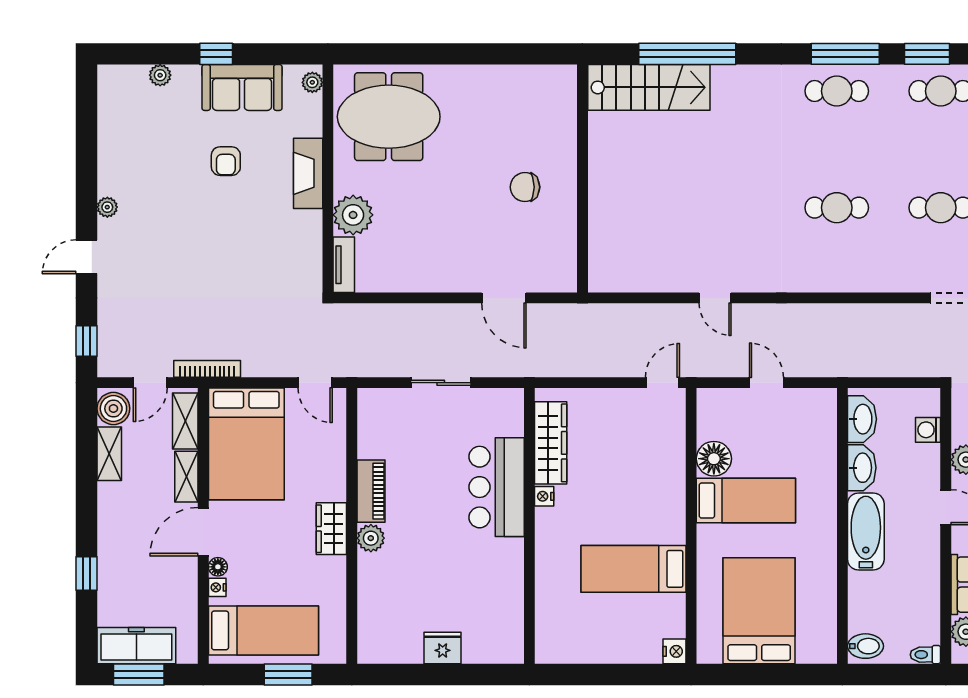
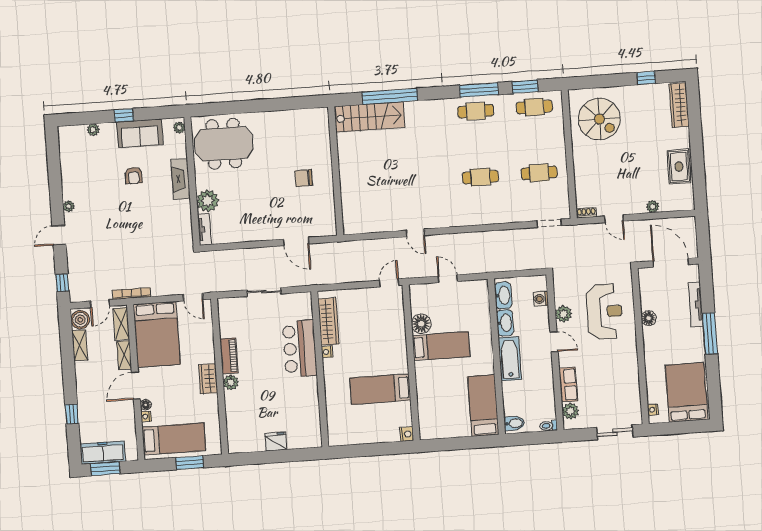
bed: (759, 611) -> (483, 405), moved, width x0.67

